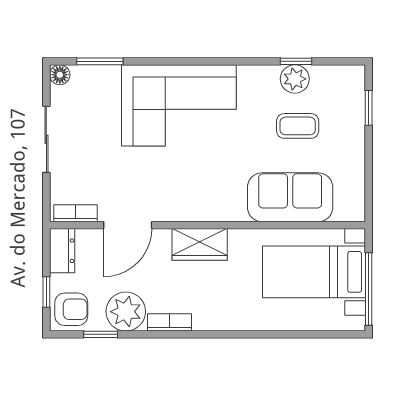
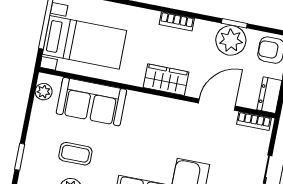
plant: (354, 198) -> (44, 92), added
bookcase: (170, 322) -> (177, 21), moved
window: (101, 334) -> (234, 23), moved

